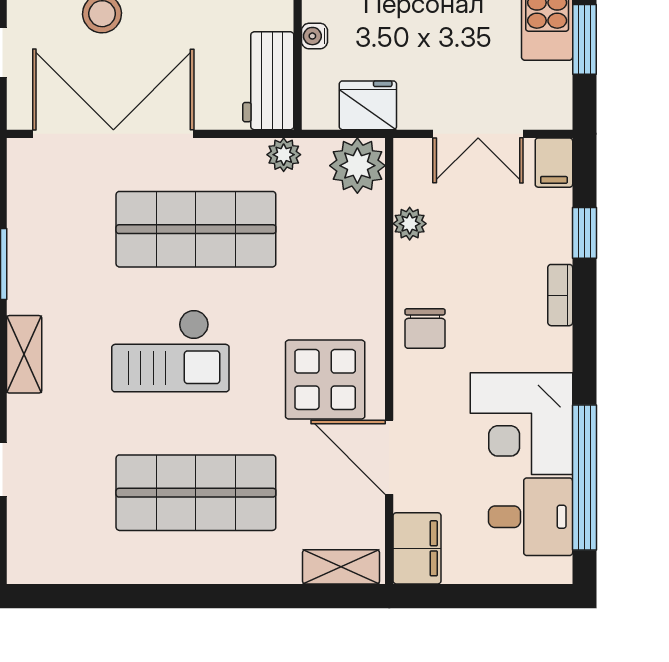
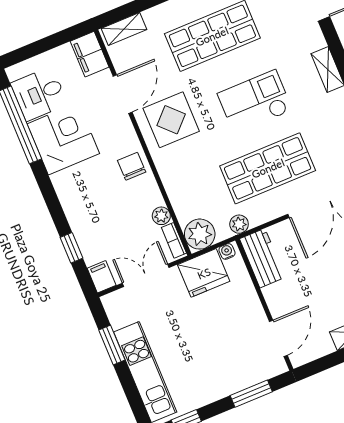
water cooler: (314, 36) -> (227, 251), moved, turned -90
fridge: (368, 105) -> (204, 273), width x1.36, depth x1.34
bookcase: (560, 295) -> (174, 240), moved, turned 180
door: (389, 457) -> (123, 94), hinge flipped

